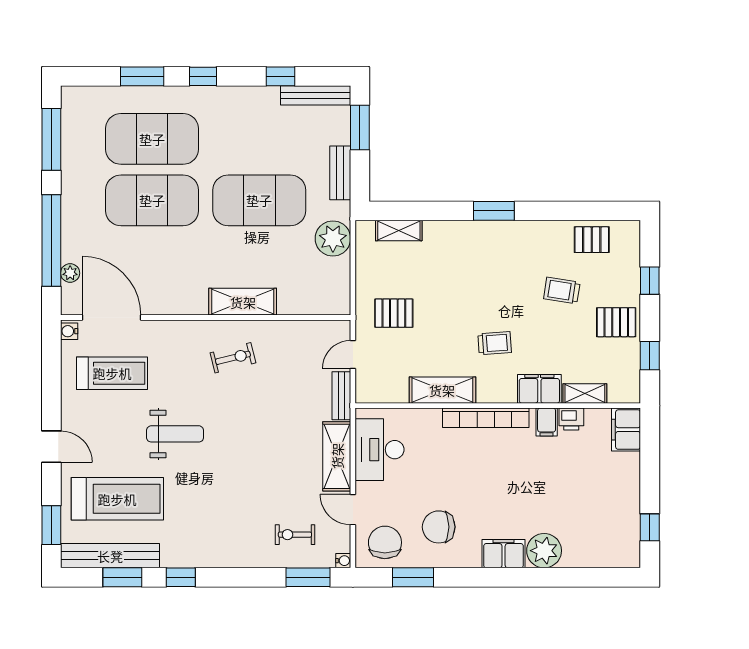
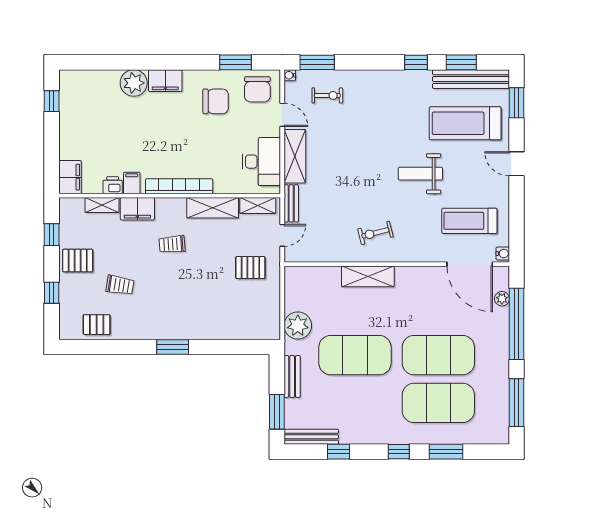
shelving: (399, 230) -> (258, 206), moved

